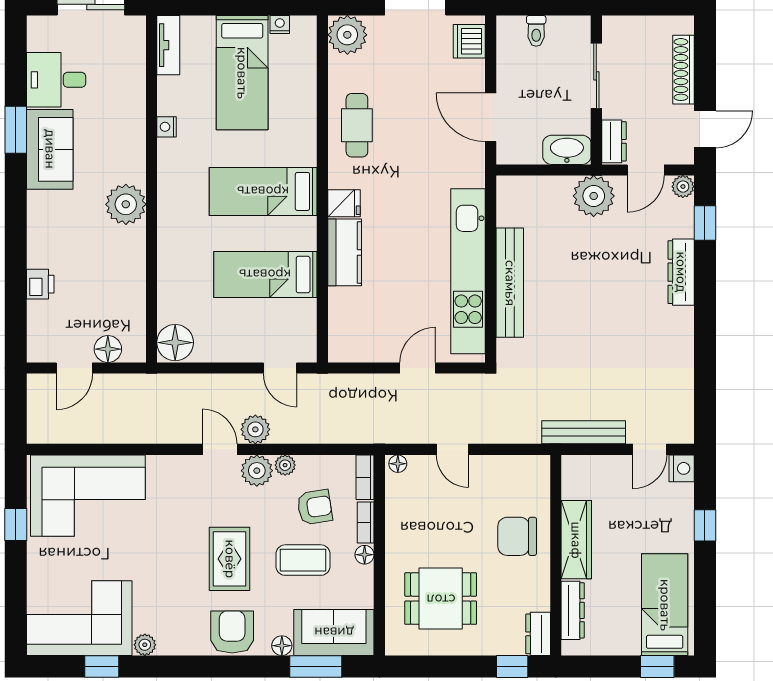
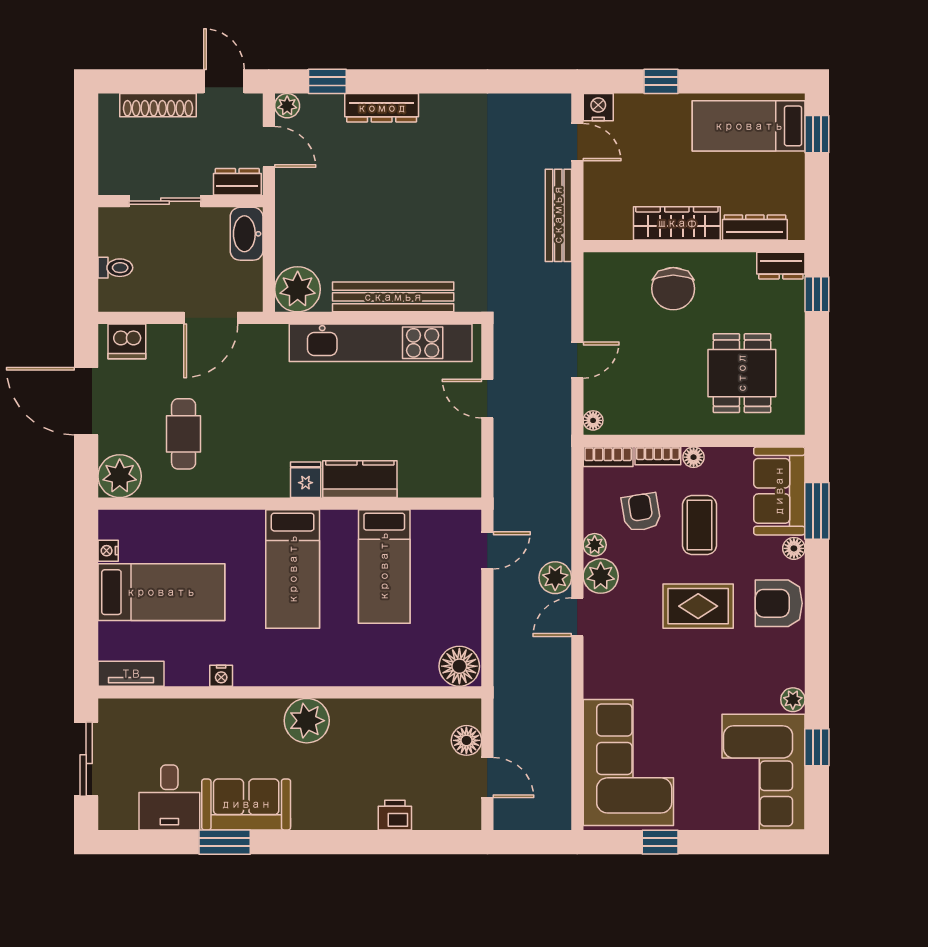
cafe table: (357, 125) -> (184, 434), moved, turned 90
plant: (594, 196) -> (298, 289), moved

